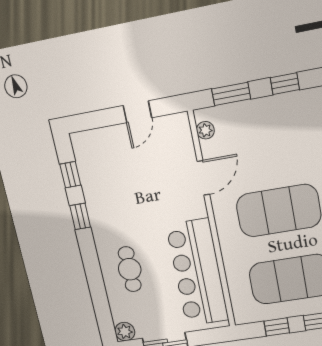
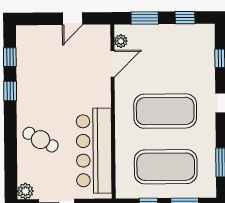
door: (203, 178) -> (113, 64), moved
cafe table: (130, 269) -> (41, 140), turned -61

